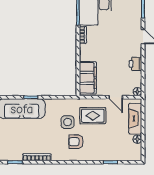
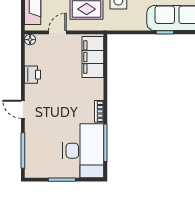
door: (116, 97) -> (57, 32), hinge flipped

